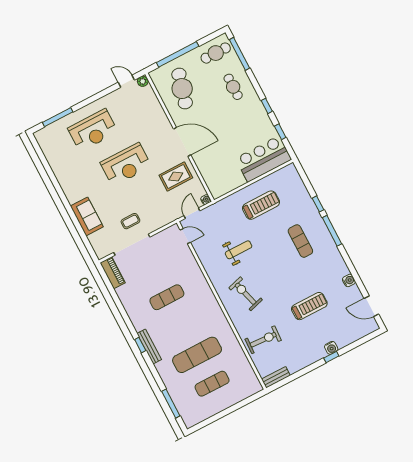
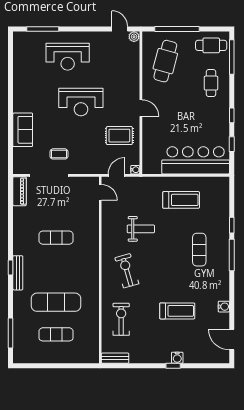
door: (182, 142) -> (141, 108), width x0.53
bar counter: (263, 159) -> (196, 160), width x1.36
exercise bike: (263, 340) -> (121, 319), turned -93

